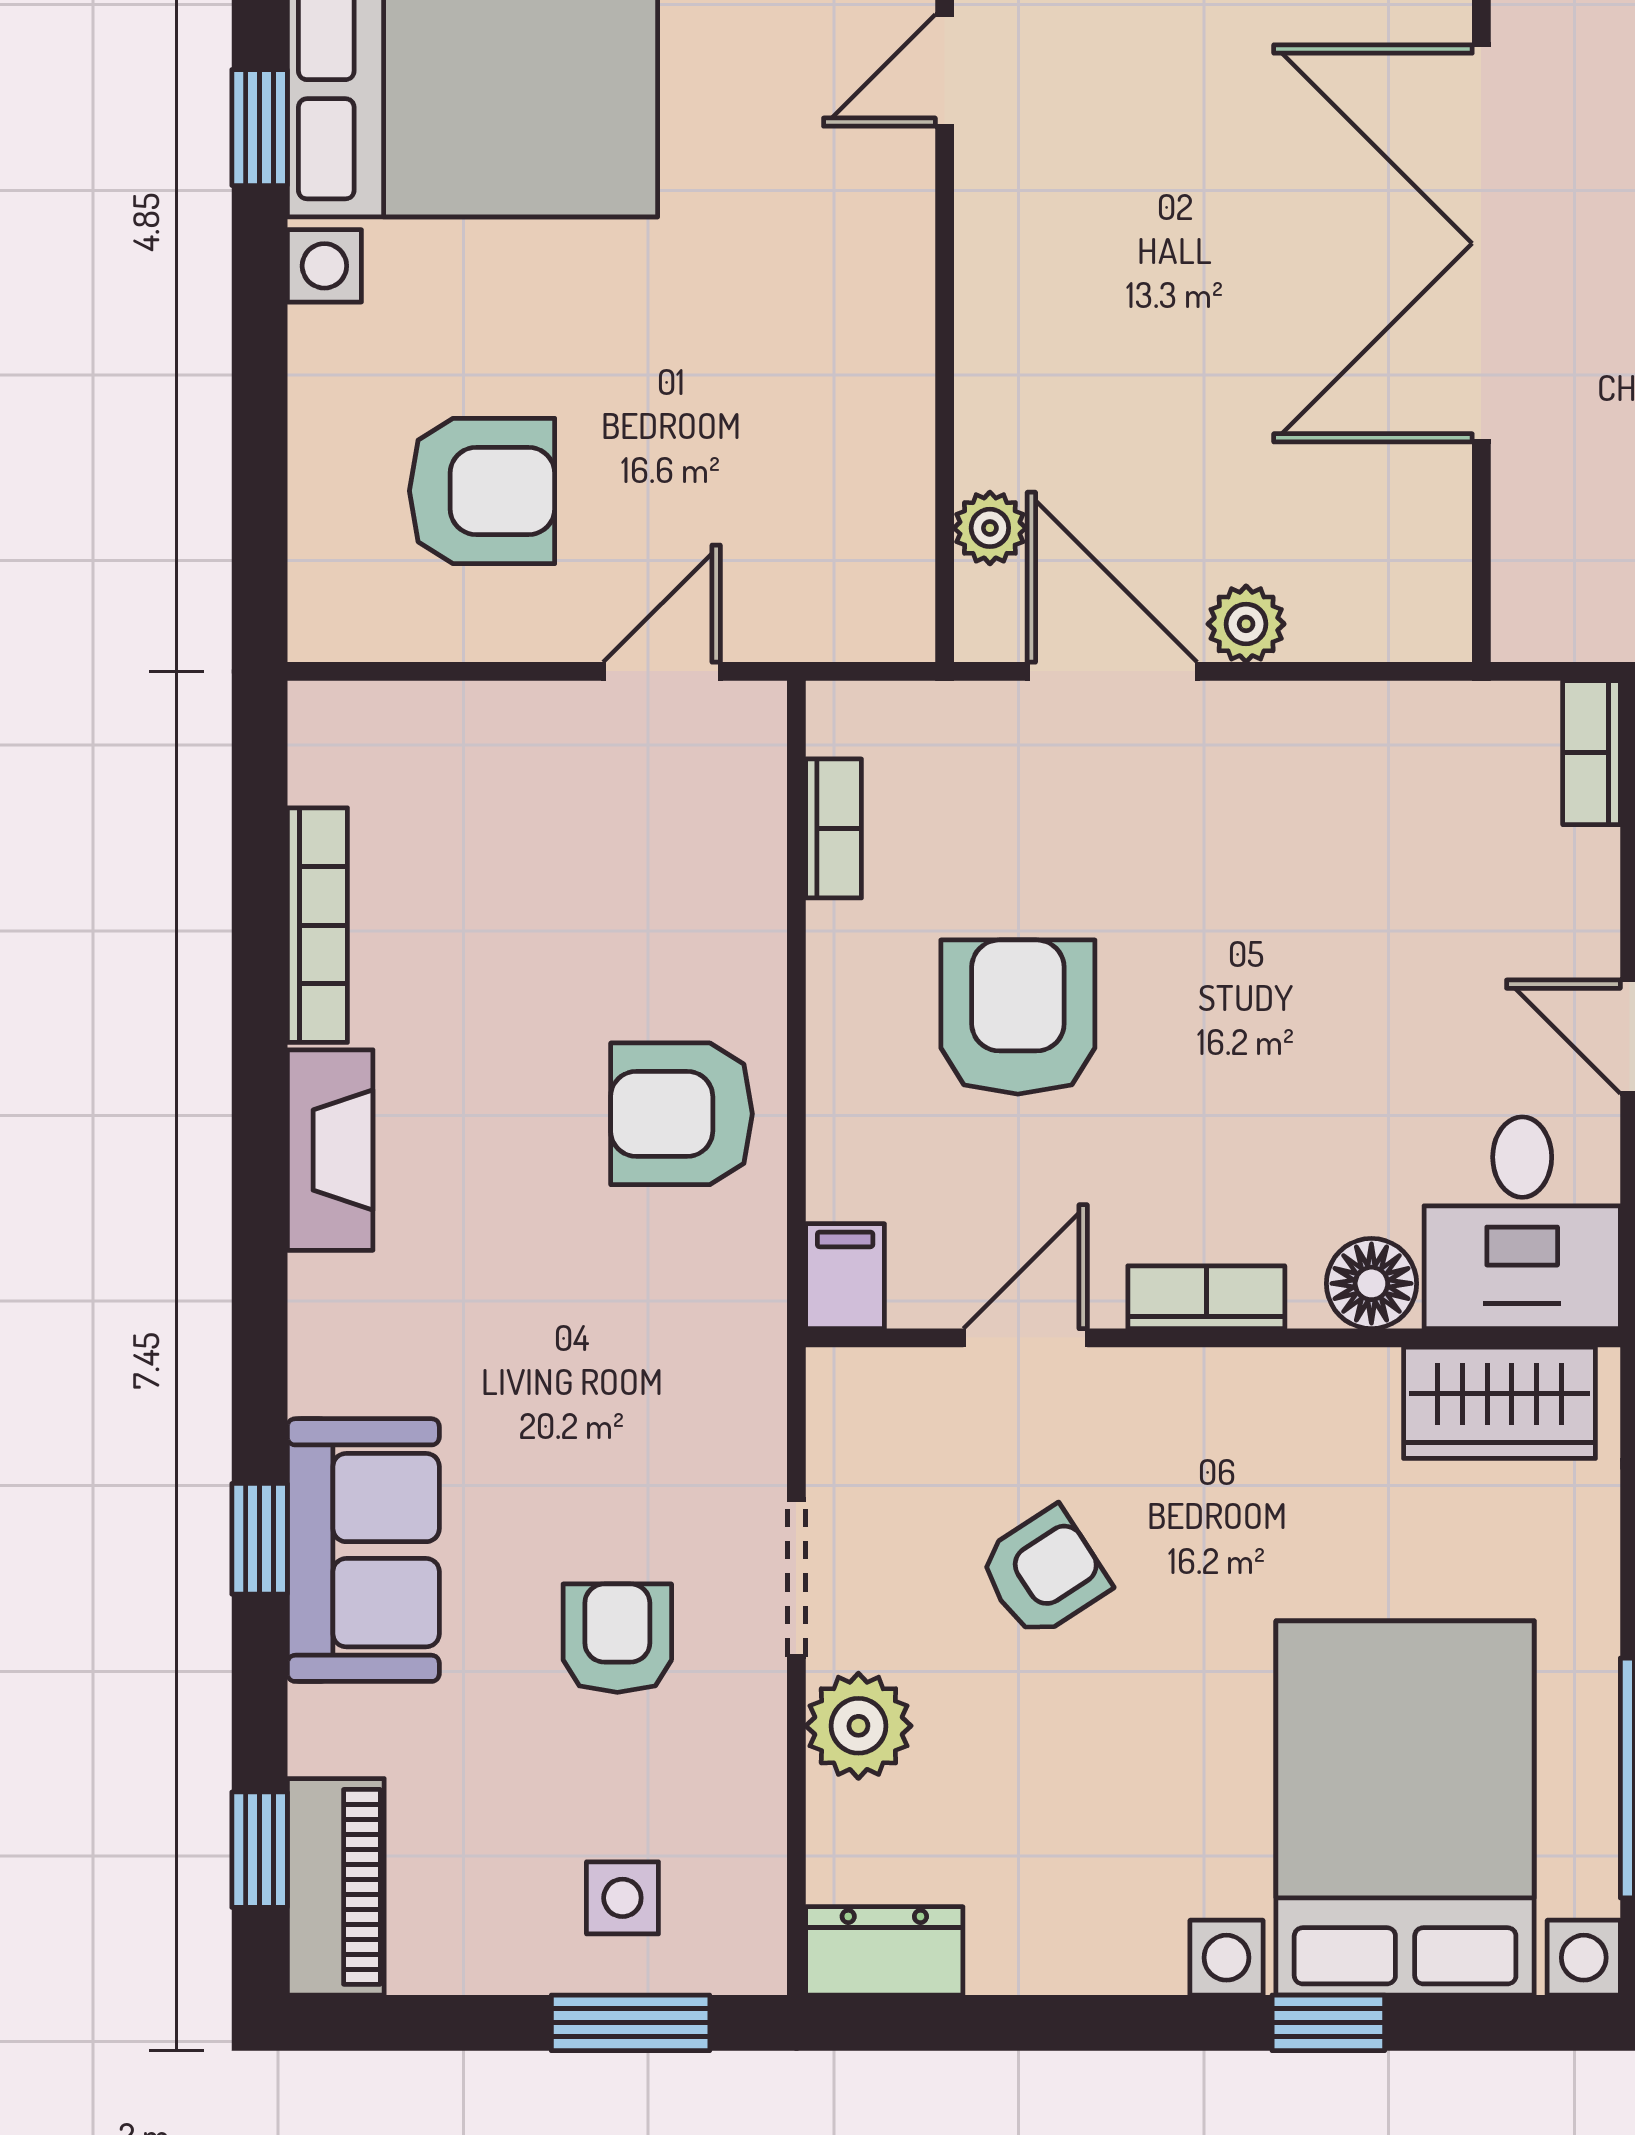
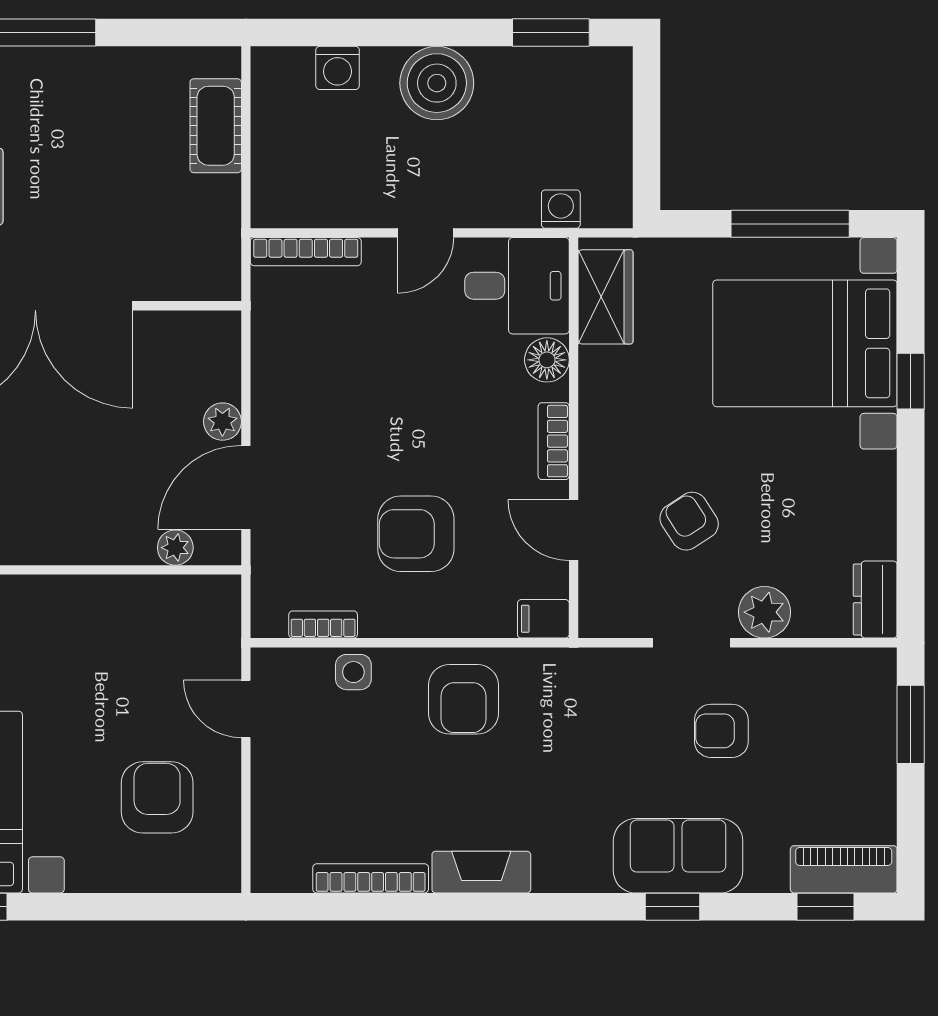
bookcase: (1592, 753) -> (306, 252), width x1.56
side table: (622, 1898) -> (353, 672), moved

